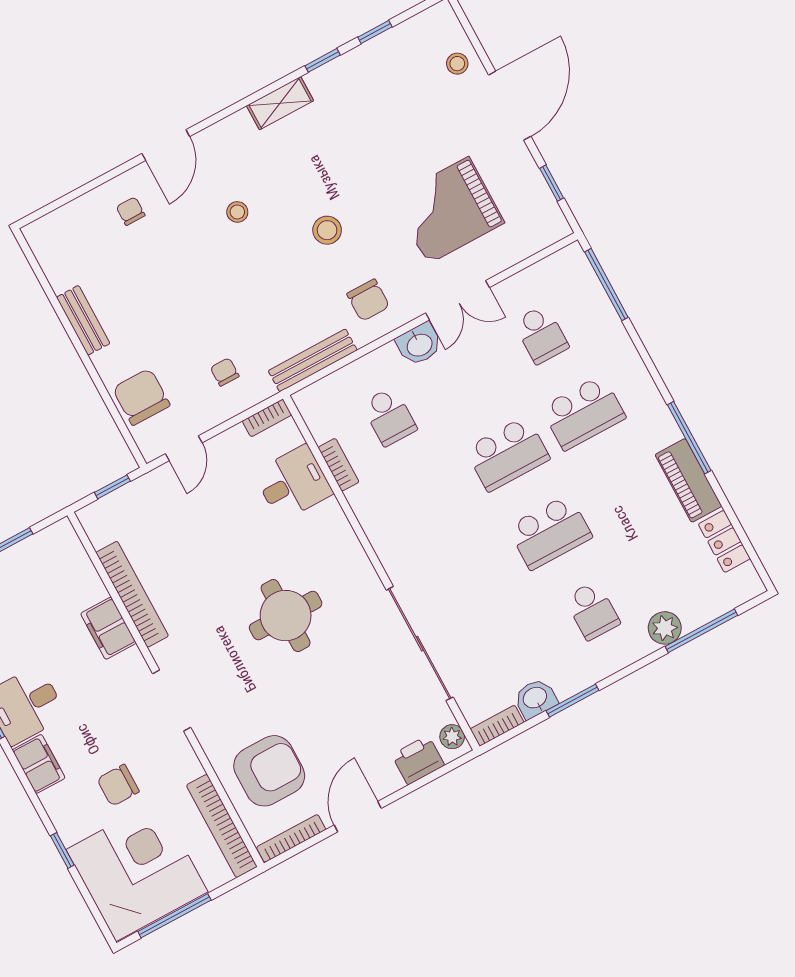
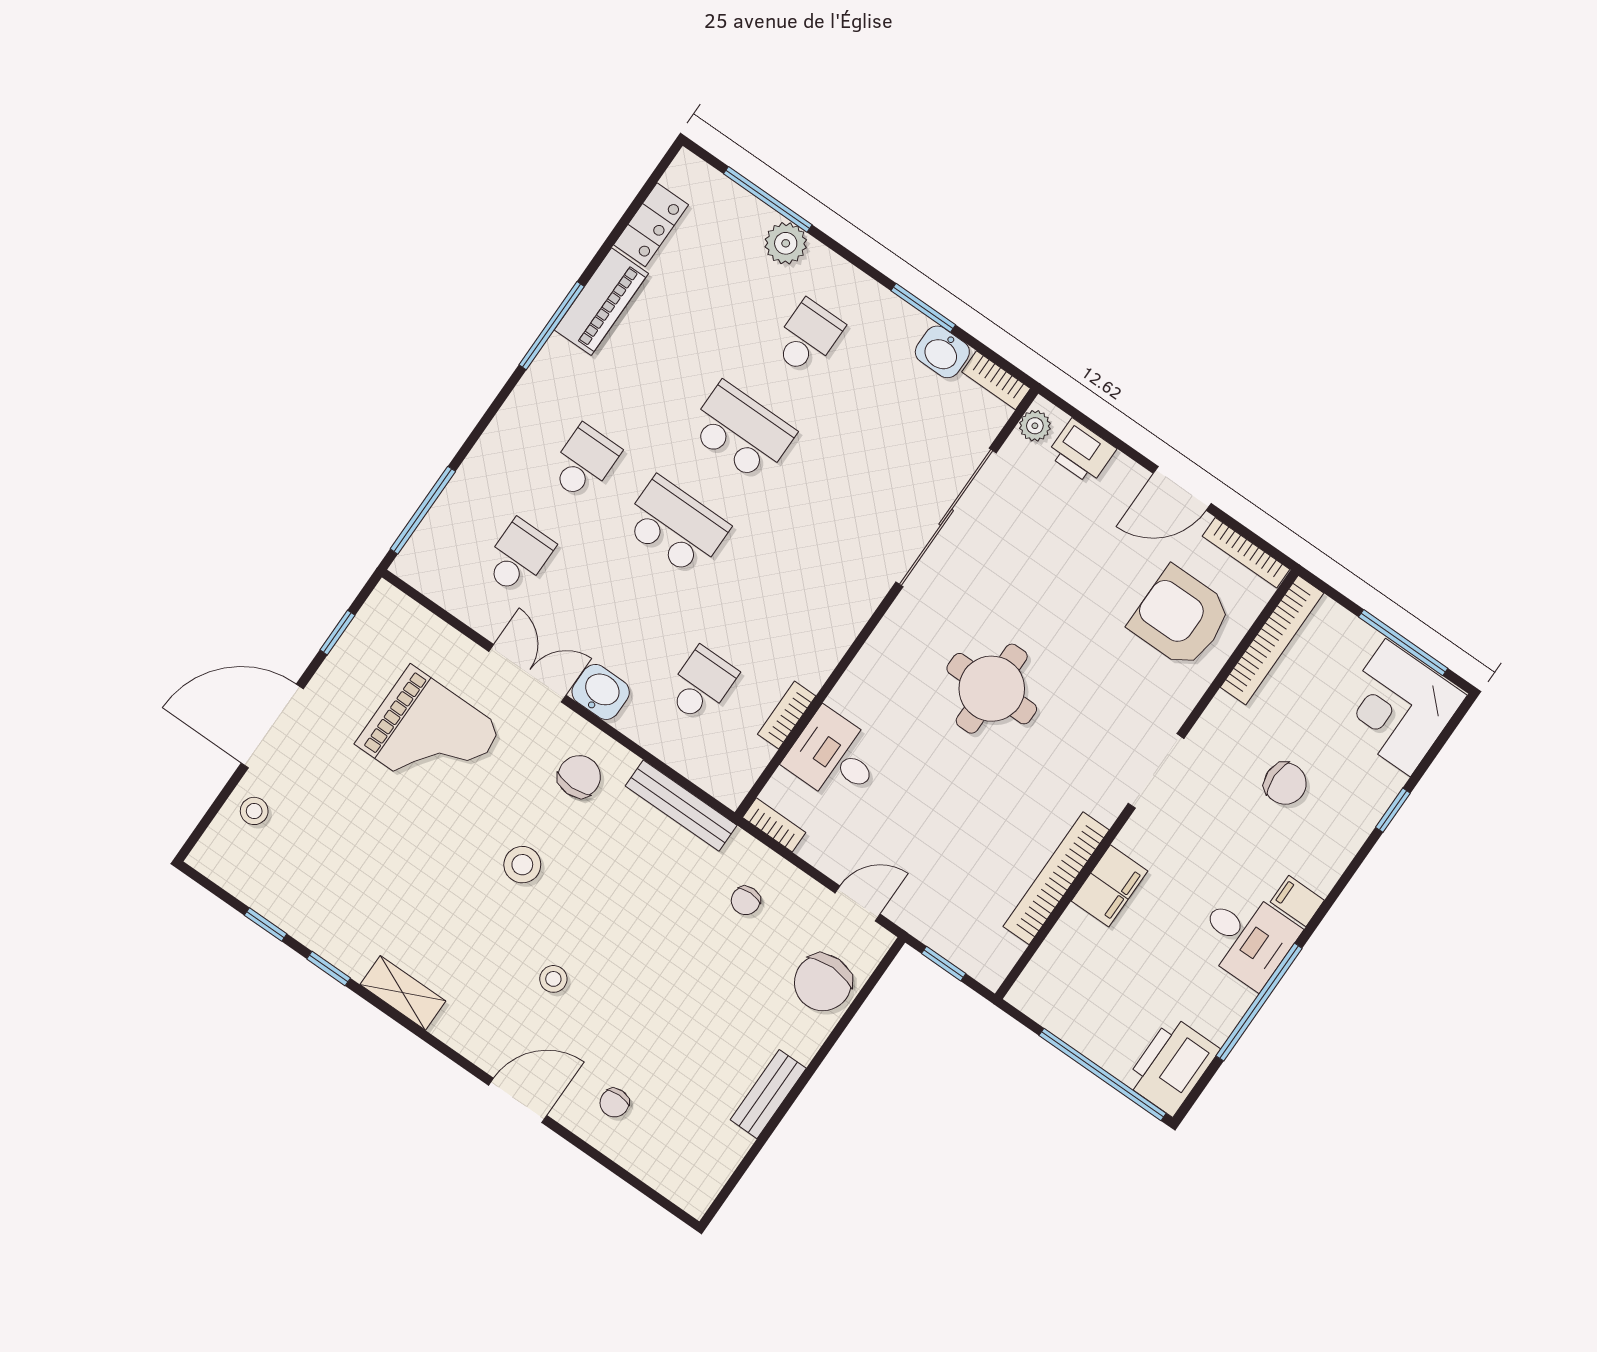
school desk: (583, 413) -> (584, 462), width x0.54
filing cabinet: (39, 764) -> (1297, 901), width x0.50
corner desk: (137, 871) -> (1398, 708), width x0.74, depth x0.74

